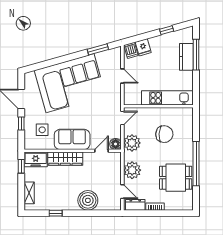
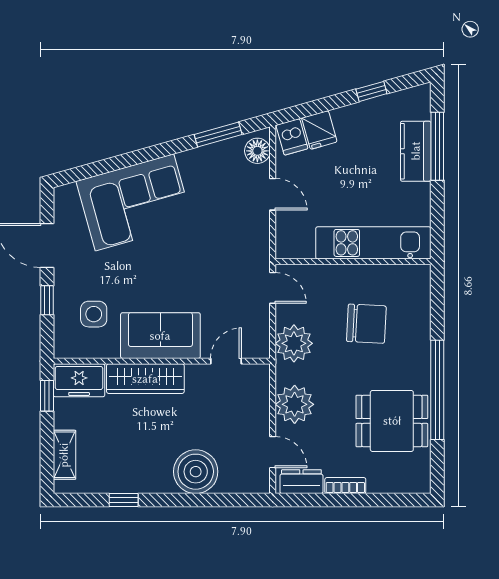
corner sofa: (70, 83) -> (135, 202), width x0.73, depth x0.74
door: (122, 118) -> (273, 288), hinge flipped
floor lamp: (116, 144) -> (257, 151), moved

